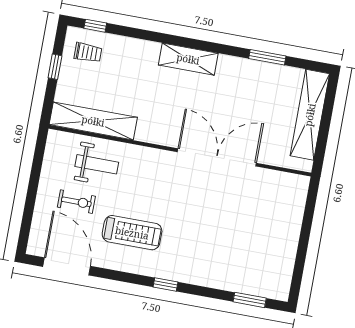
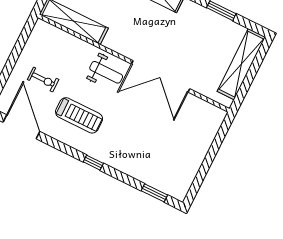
double door: (217, 157) -> (161, 76), swing flipped
weight bench: (97, 164) -> (106, 72), moved

